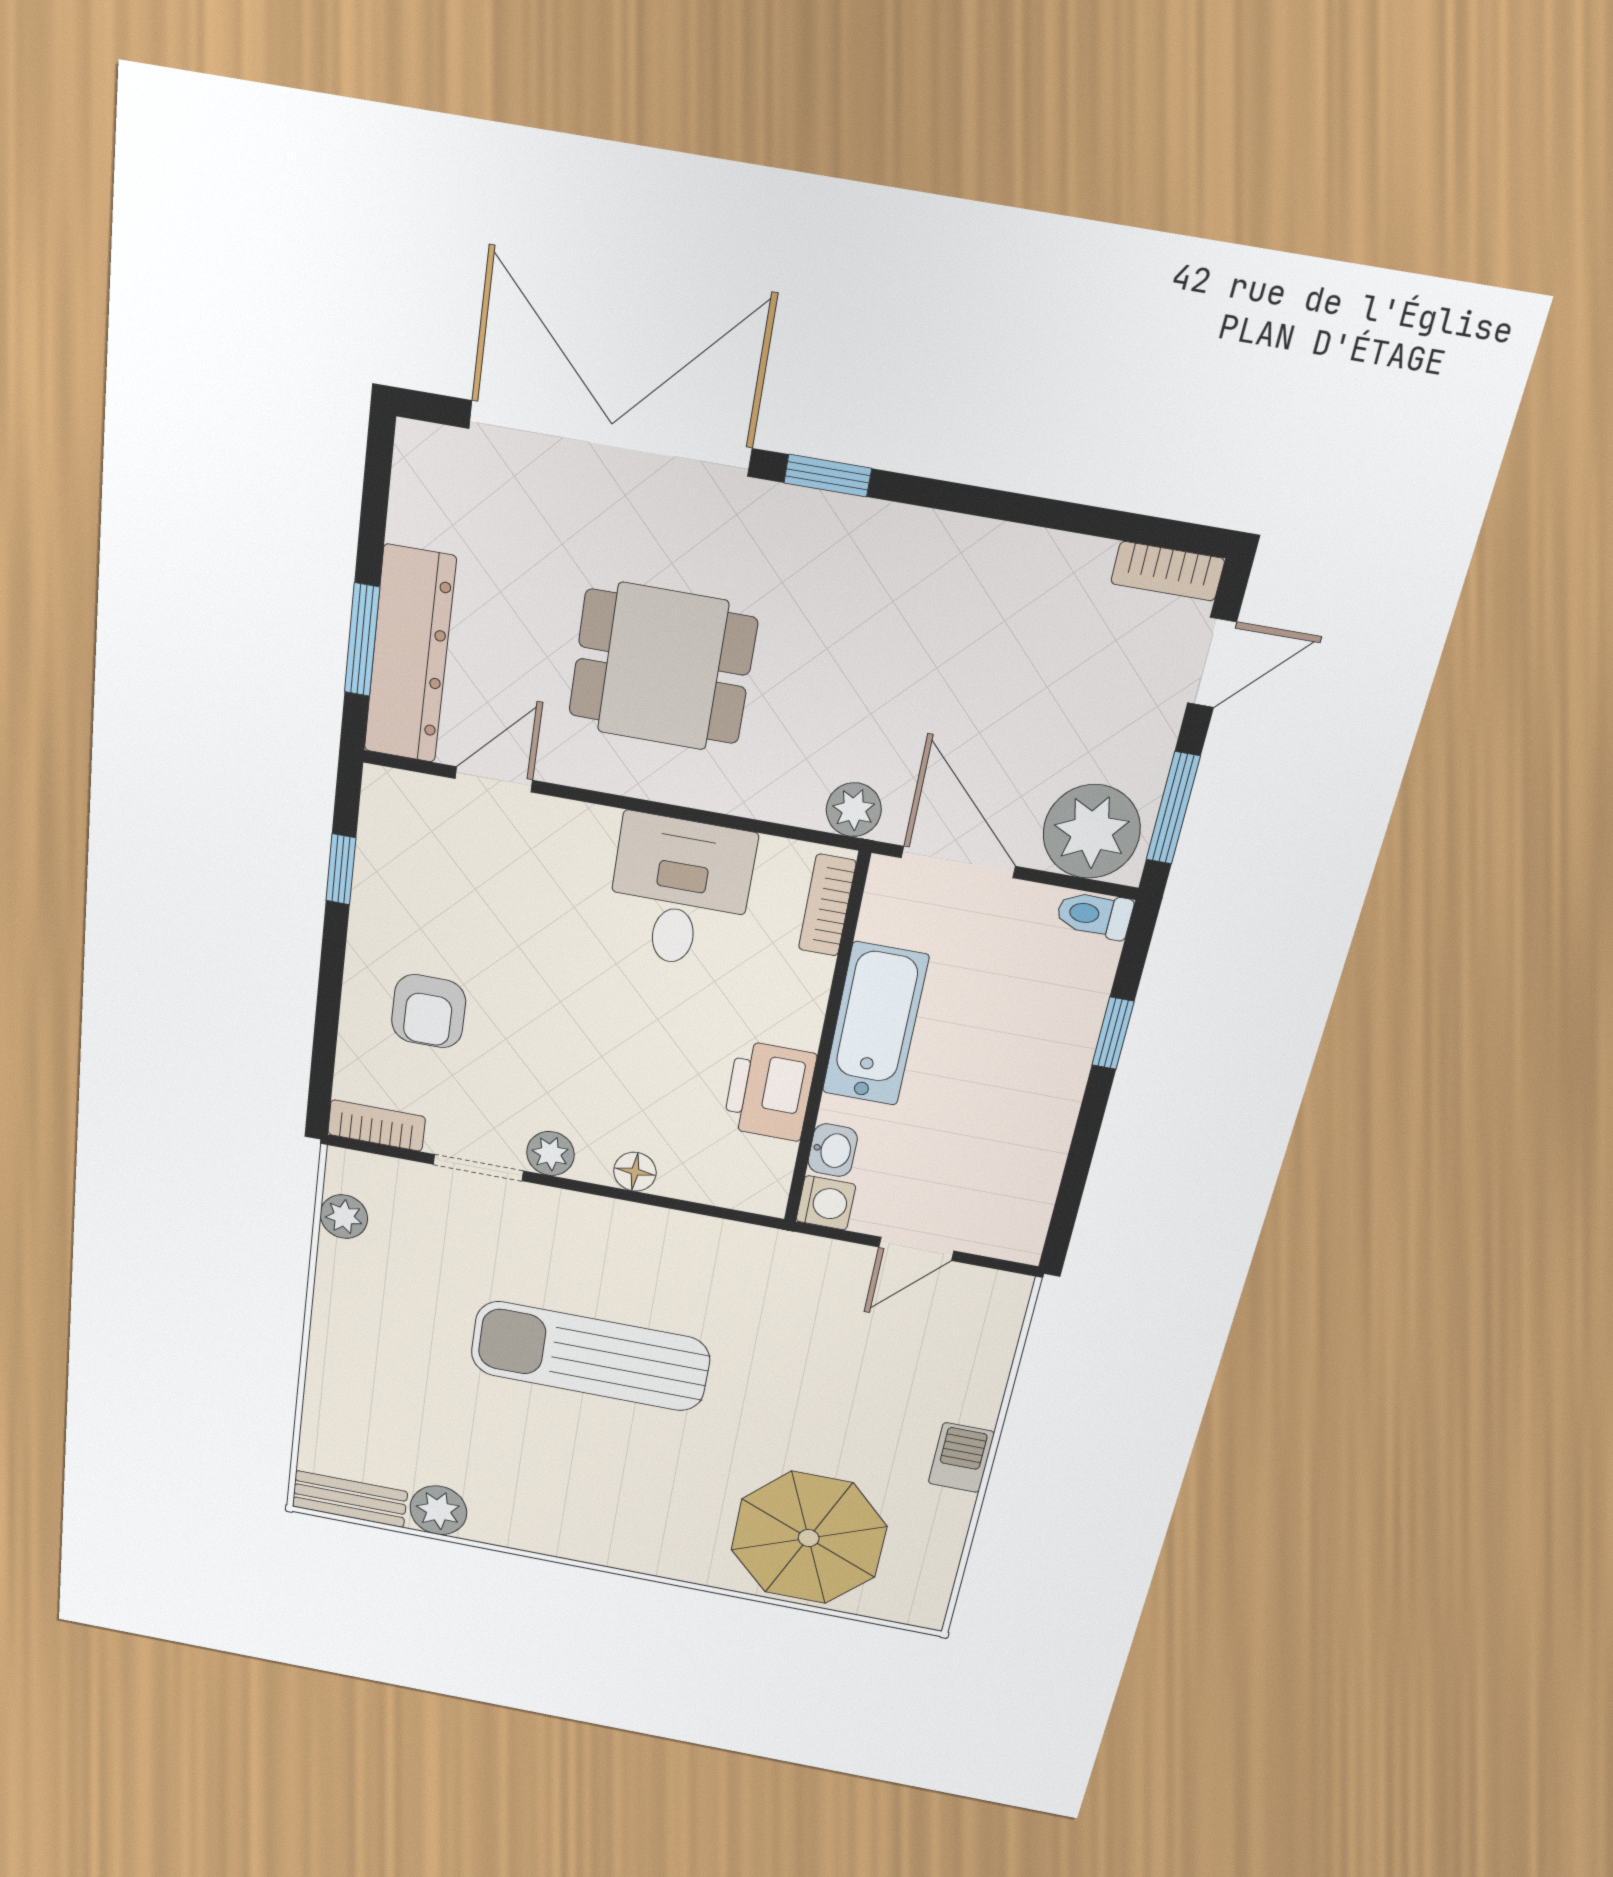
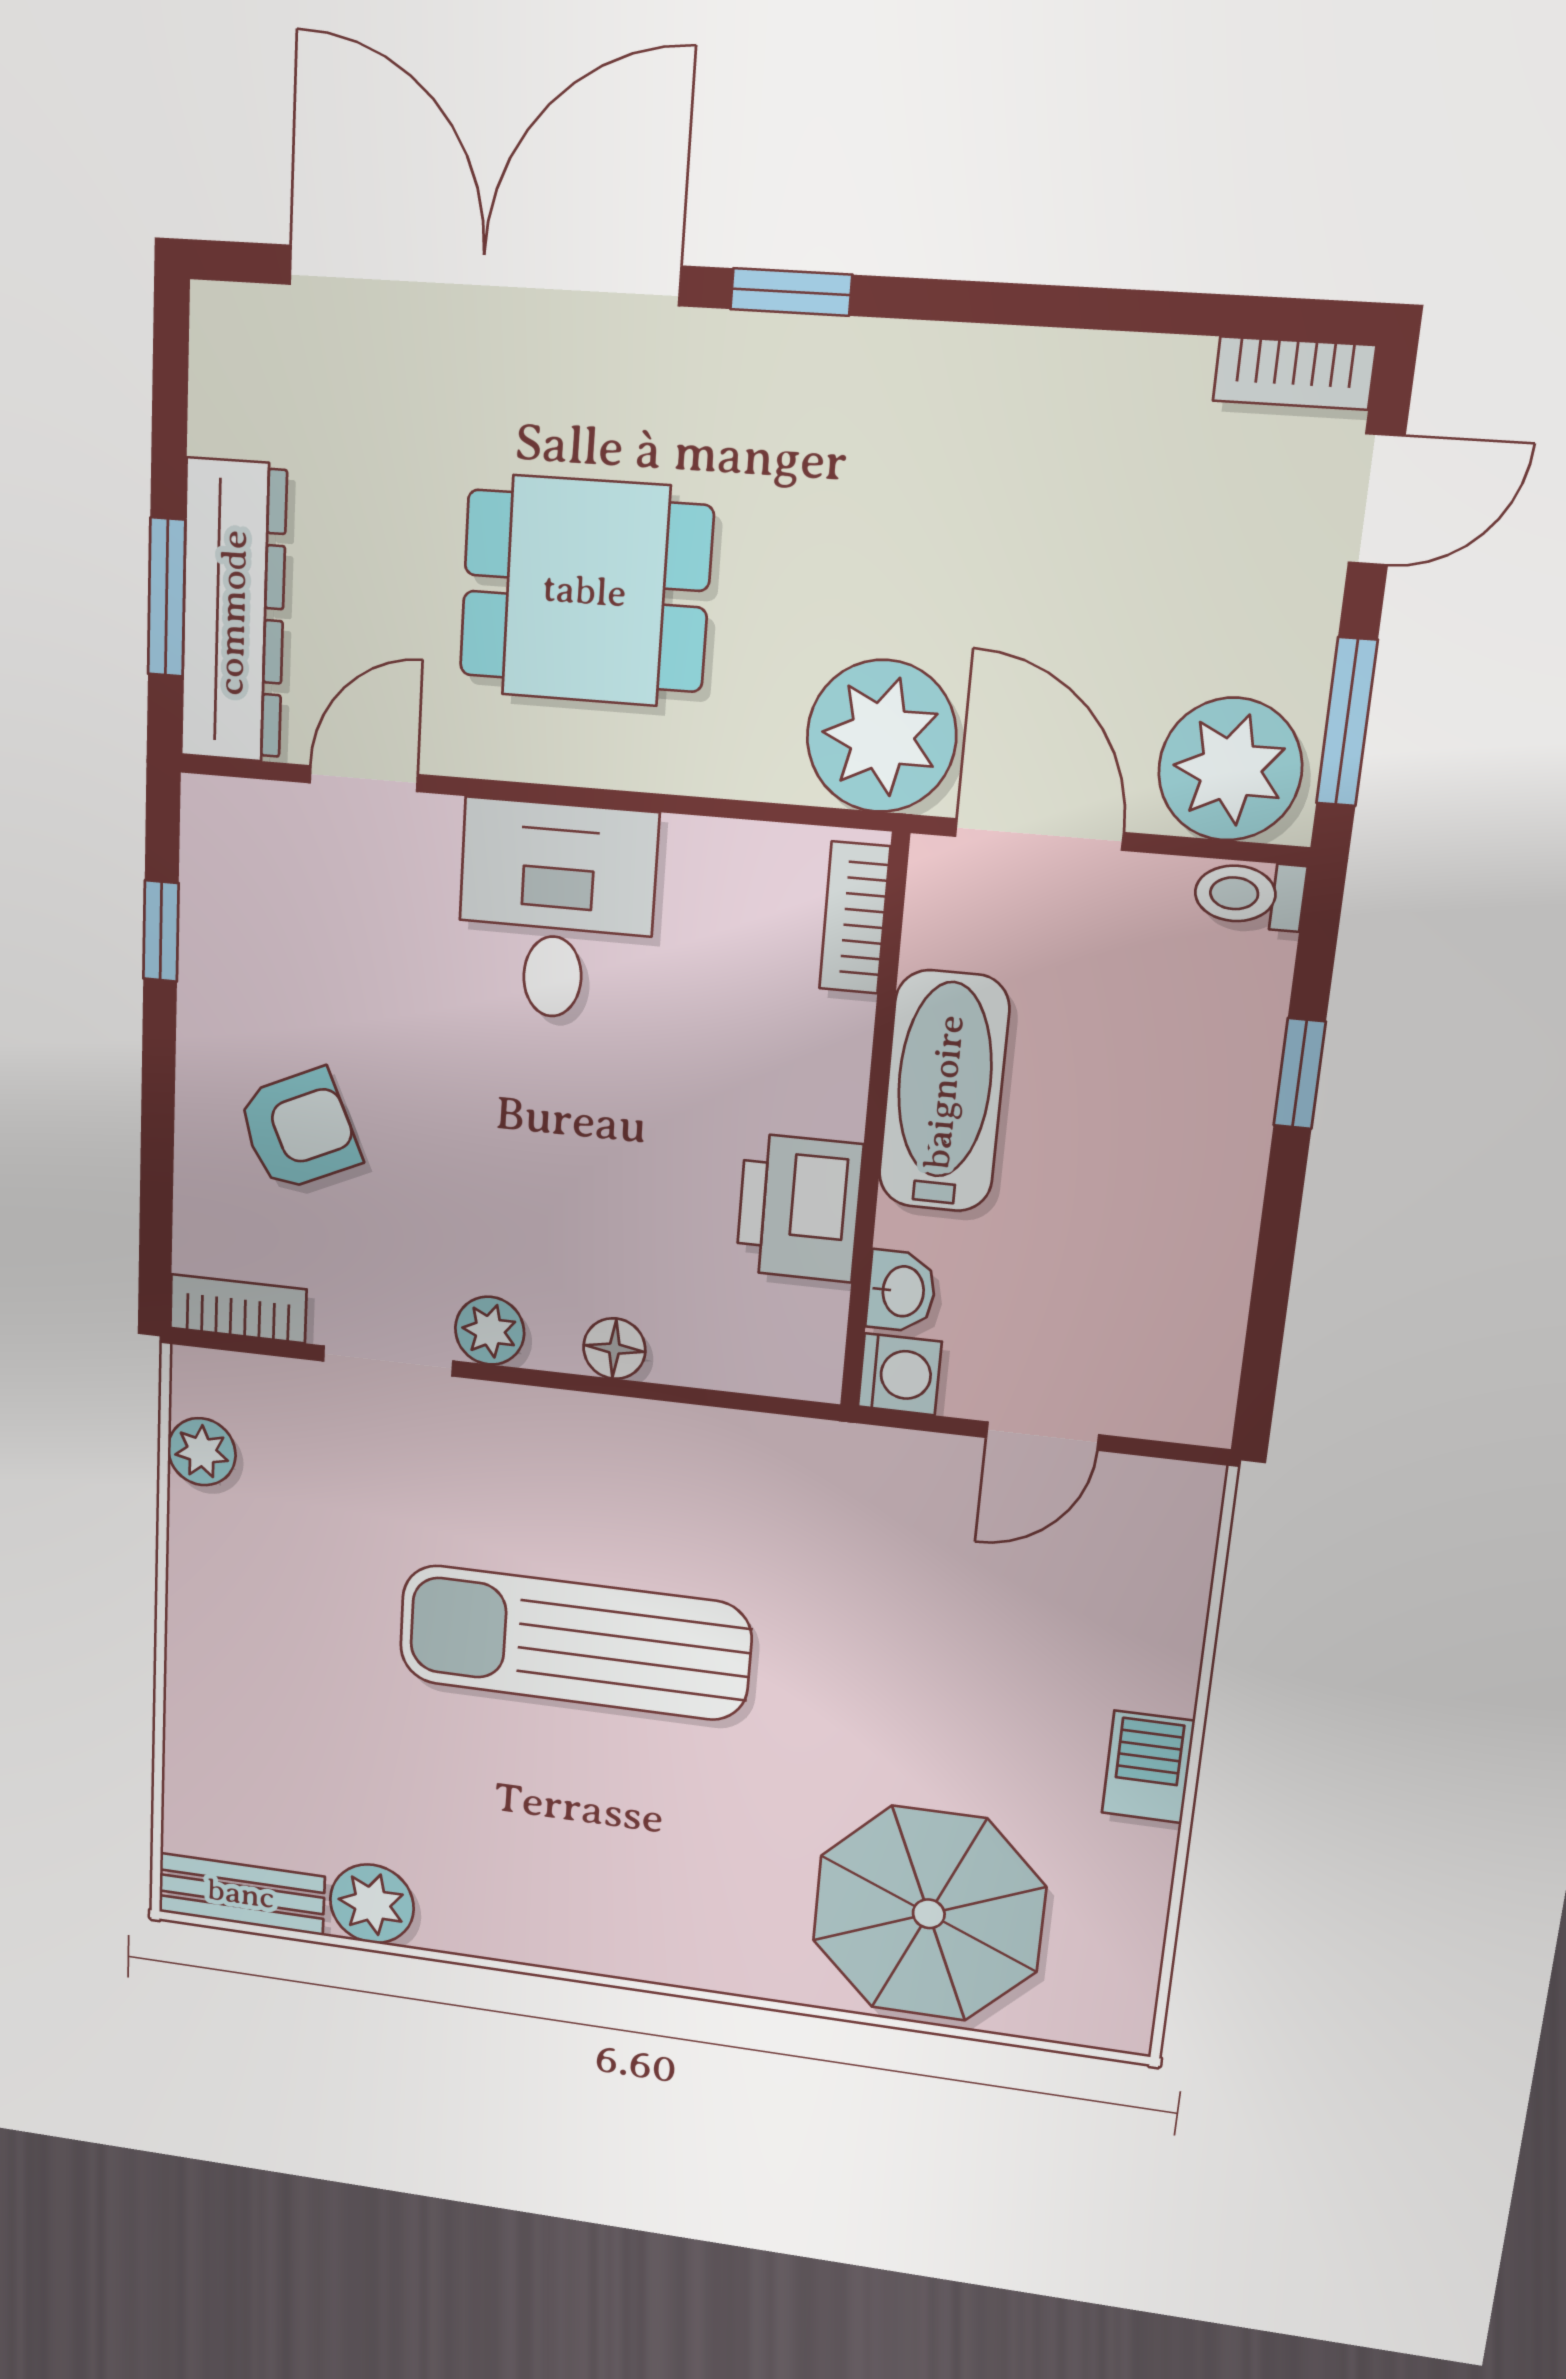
plant: (854, 810) -> (881, 736), width x1.88, depth x1.88
desk: (680, 892) -> (556, 911), moved
armchair: (429, 1011) -> (299, 1130), turned -114

